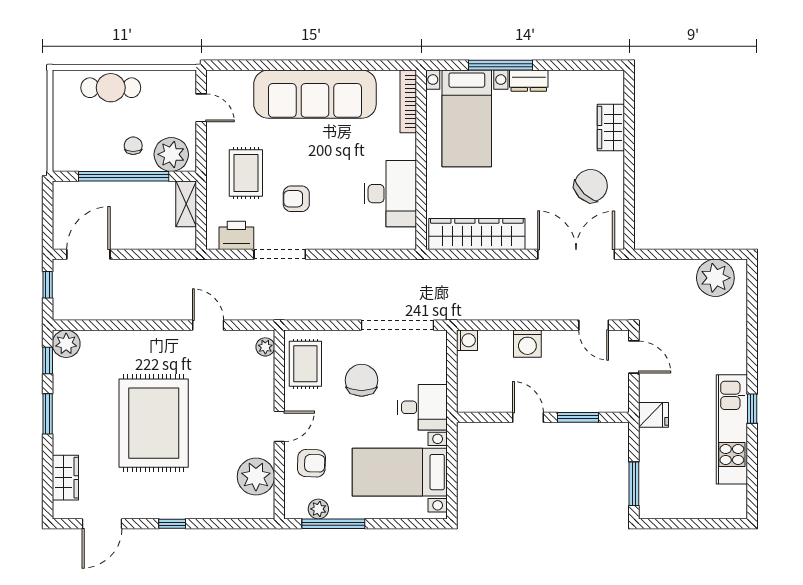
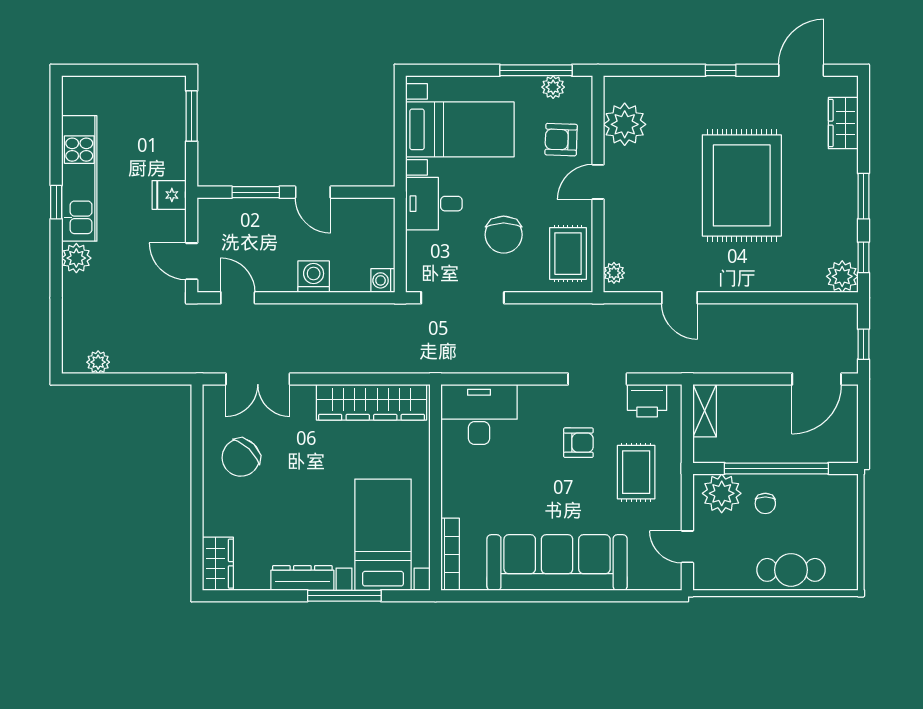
dresser: (529, 81) -> (302, 578), width x1.44
wardrobe: (611, 127) -> (218, 564), moved
desk: (390, 194) -> (479, 414), moved, turned 90
shelving: (186, 204) -> (705, 411), moved
double door: (576, 254) -> (258, 379), width x0.73
plant: (715, 278) -> (98, 362), width x0.53, depth x0.53
plant: (734, 360) -> (76, 258), added

